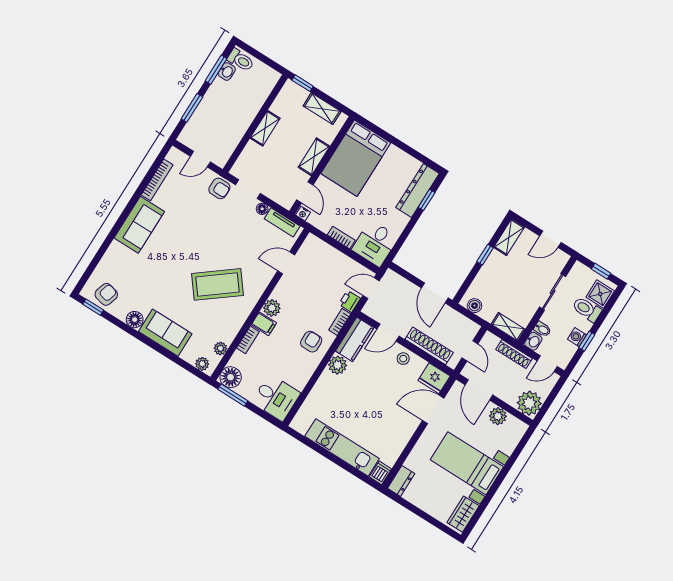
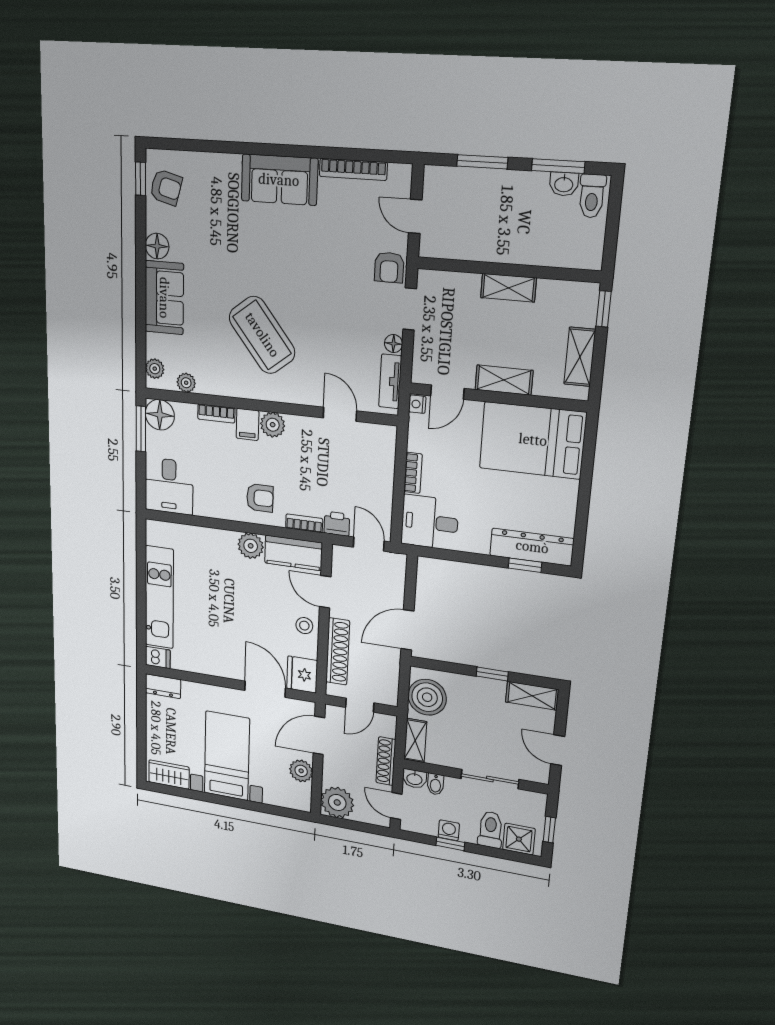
boiler: (475, 306) -> (427, 697), width x1.86, depth x1.86

